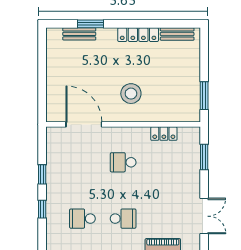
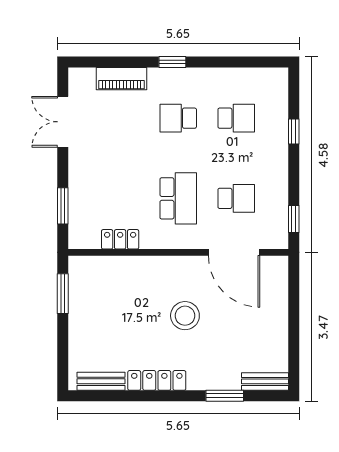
bench: (79, 34) -> (265, 381), moved
stool: (131, 94) -> (185, 316), moved
school desk: (82, 162) -> (236, 198), added
school desk: (123, 162) -> (178, 198), width x1.85
window: (42, 174) -> (294, 219), moved

